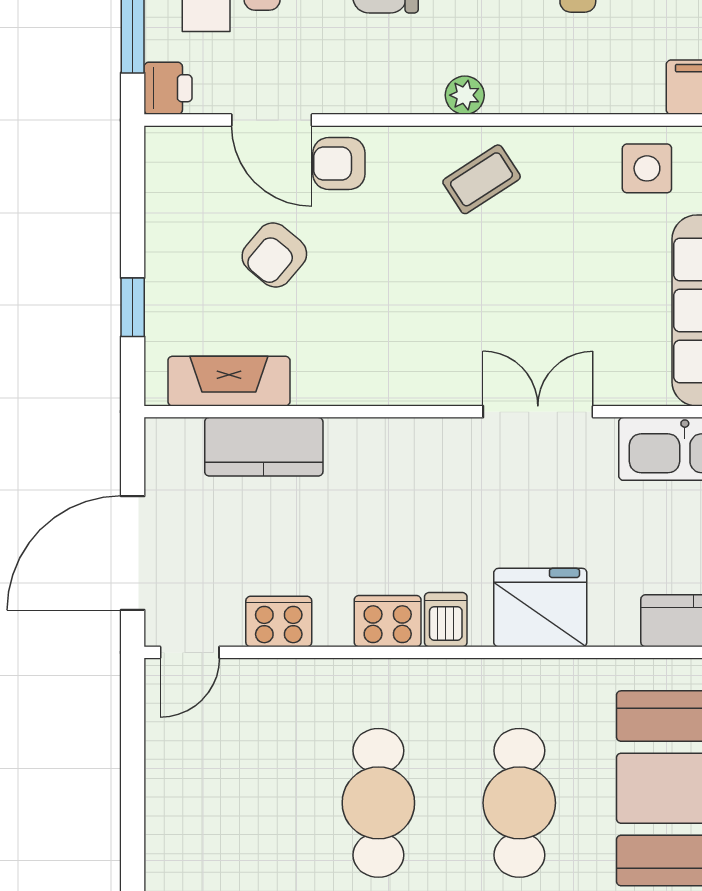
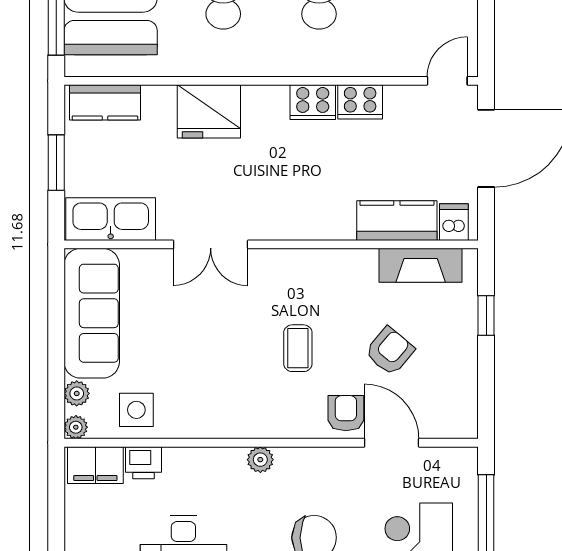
printer: (168, 88) -> (143, 463), moved, turned -90
armchair: (339, 163) -> (346, 413), turned -90
coffee table: (482, 179) -> (298, 348), moved, turned -57
dishwasher: (446, 620) -> (454, 222), moved, turned 180
cooker: (279, 621) -> (360, 102), moved

